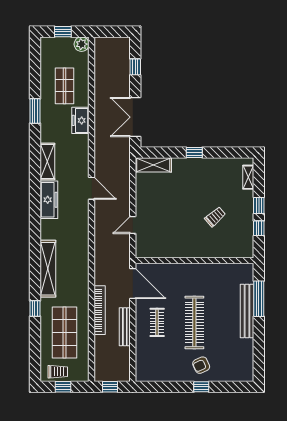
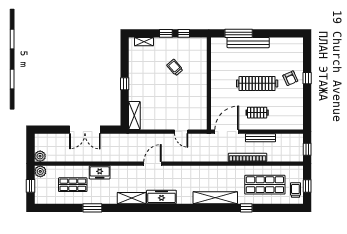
plant: (101, 44) -> (40, 156), added
window: (135, 67) -> (58, 130), removed
double door: (135, 117) -> (85, 130), moved

